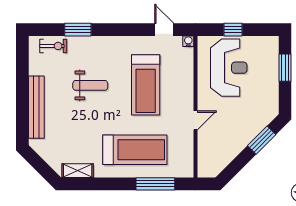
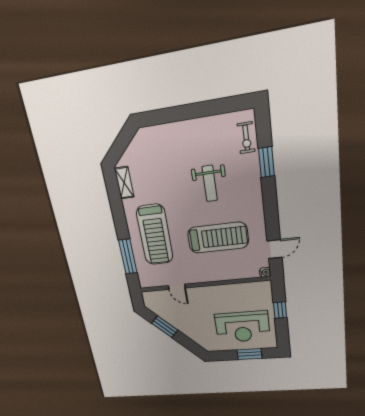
reception desk: (229, 68) -> (242, 327), moved
treadmill: (146, 85) -> (218, 238), turned 180
bench: (36, 107) -> (179, 130), removed
door: (196, 120) -> (177, 287), moved
window: (262, 140) -> (165, 327), moved

